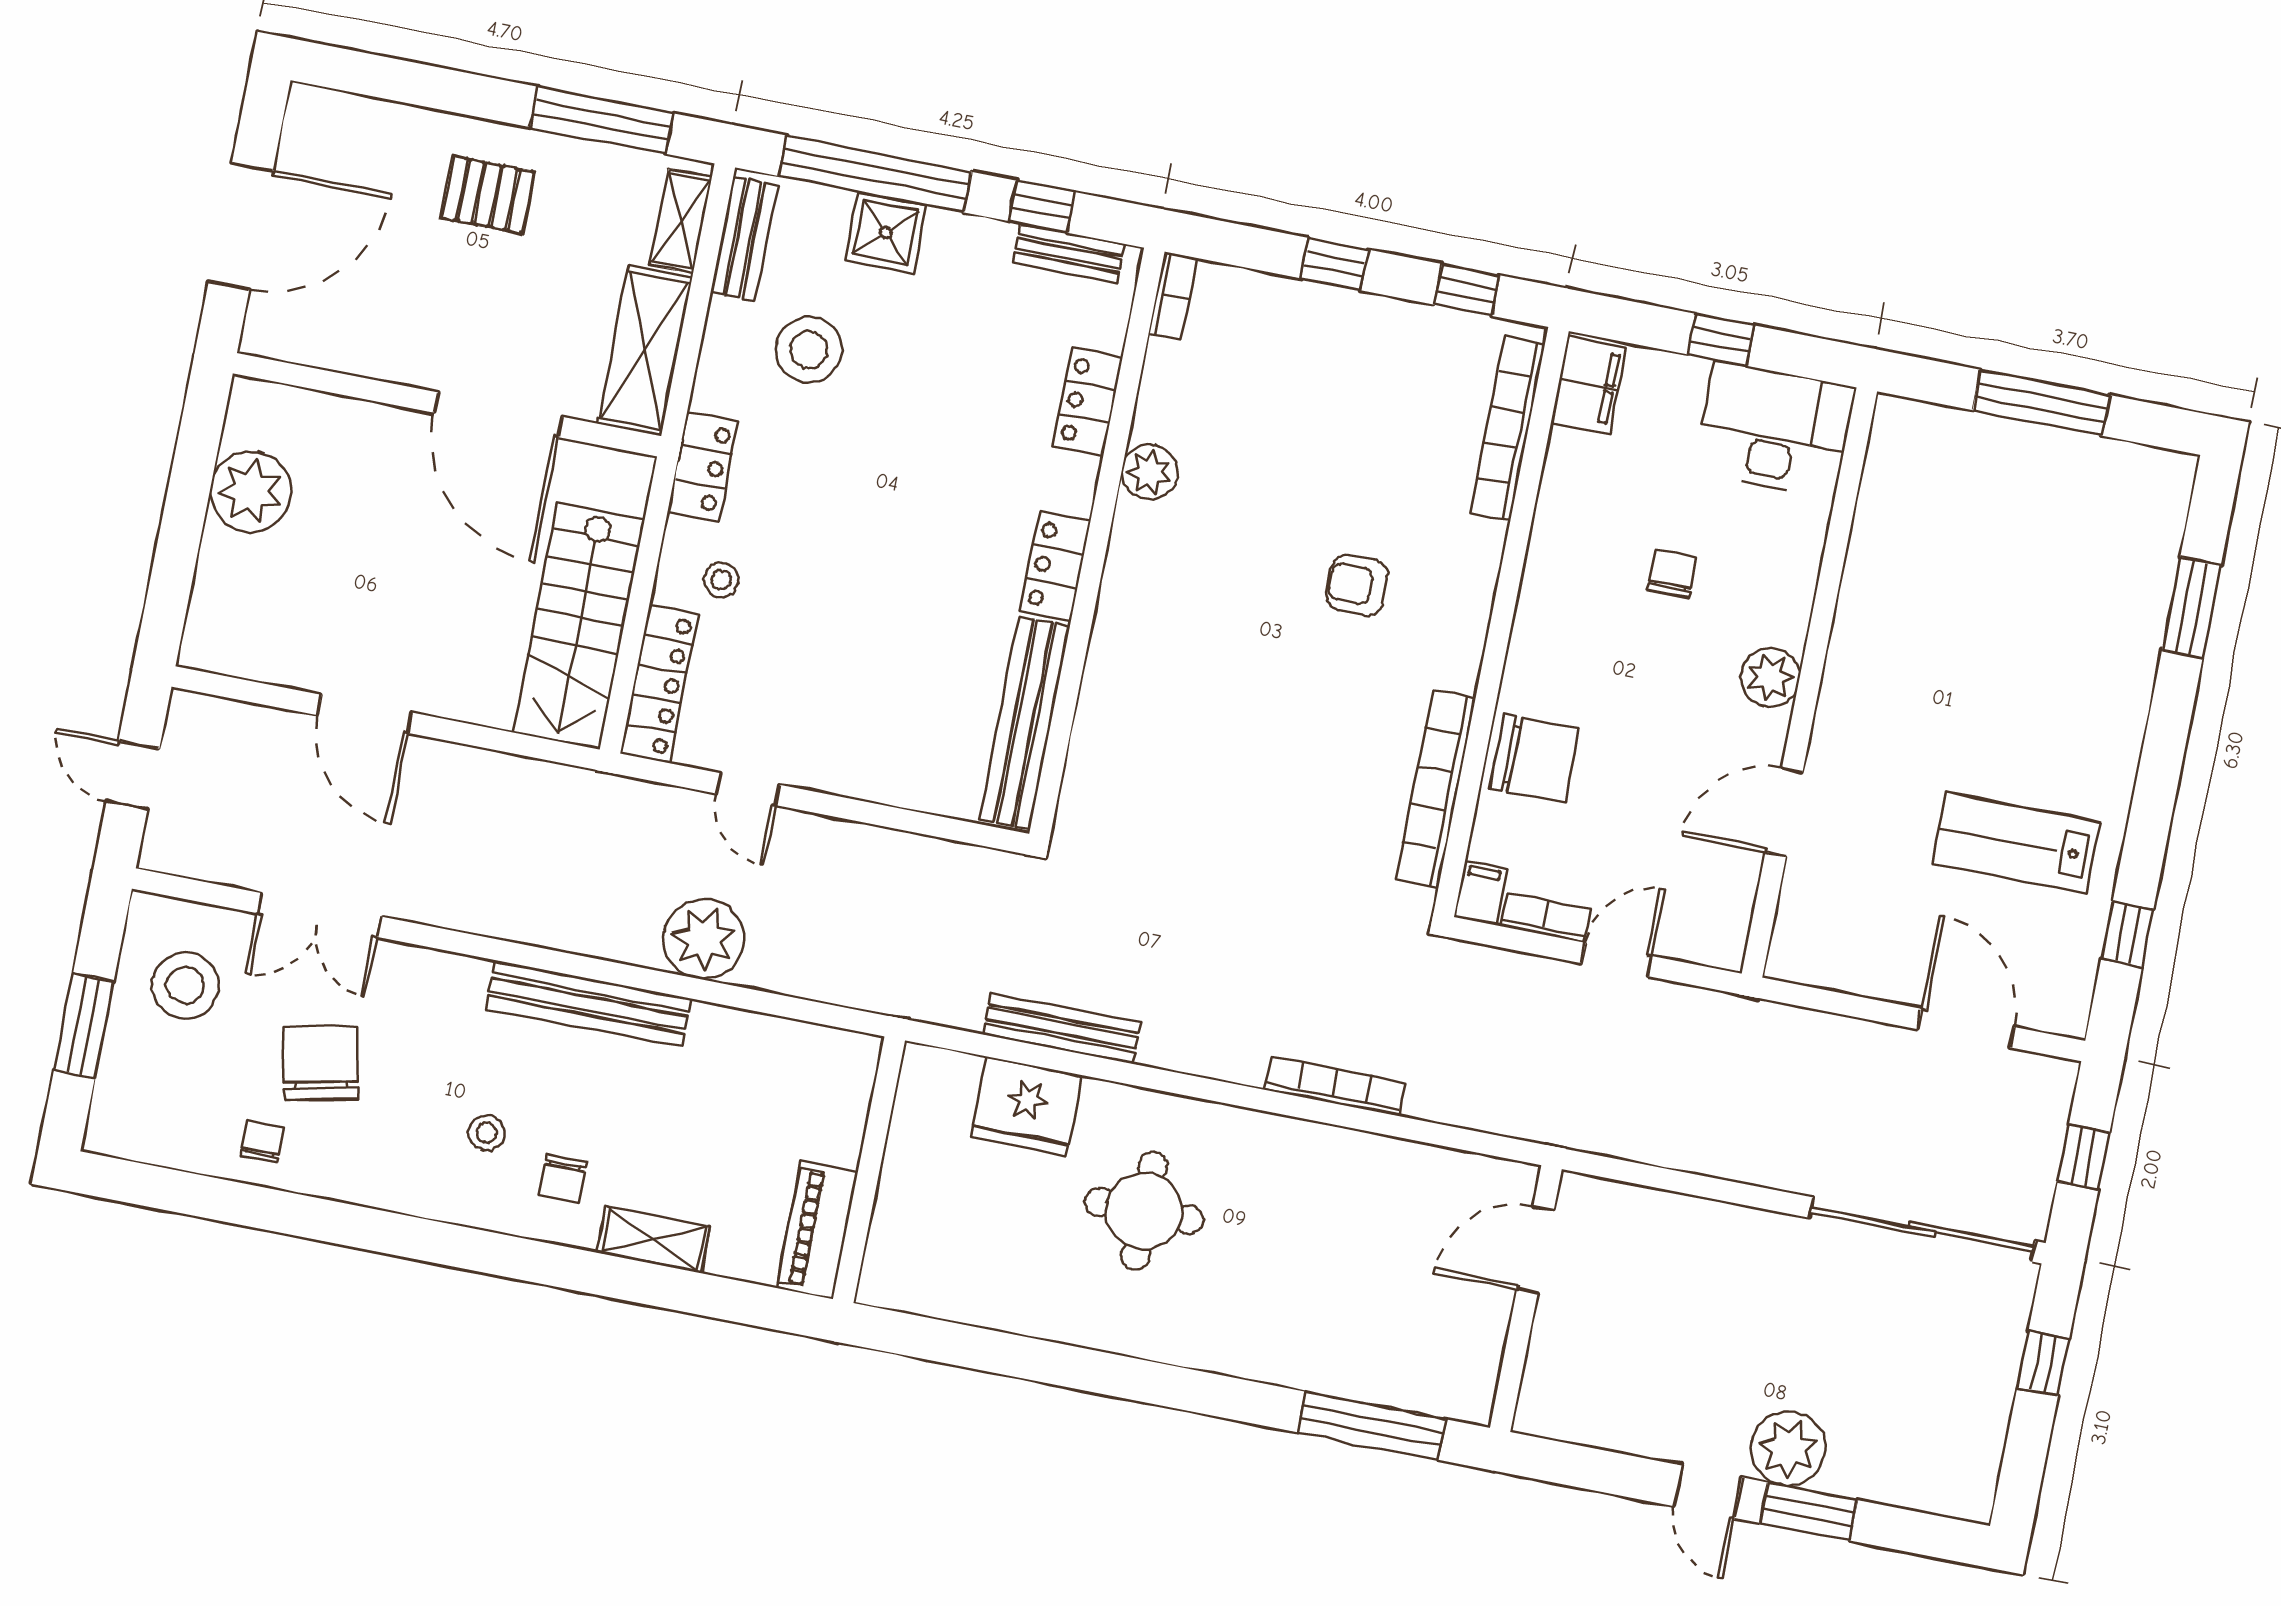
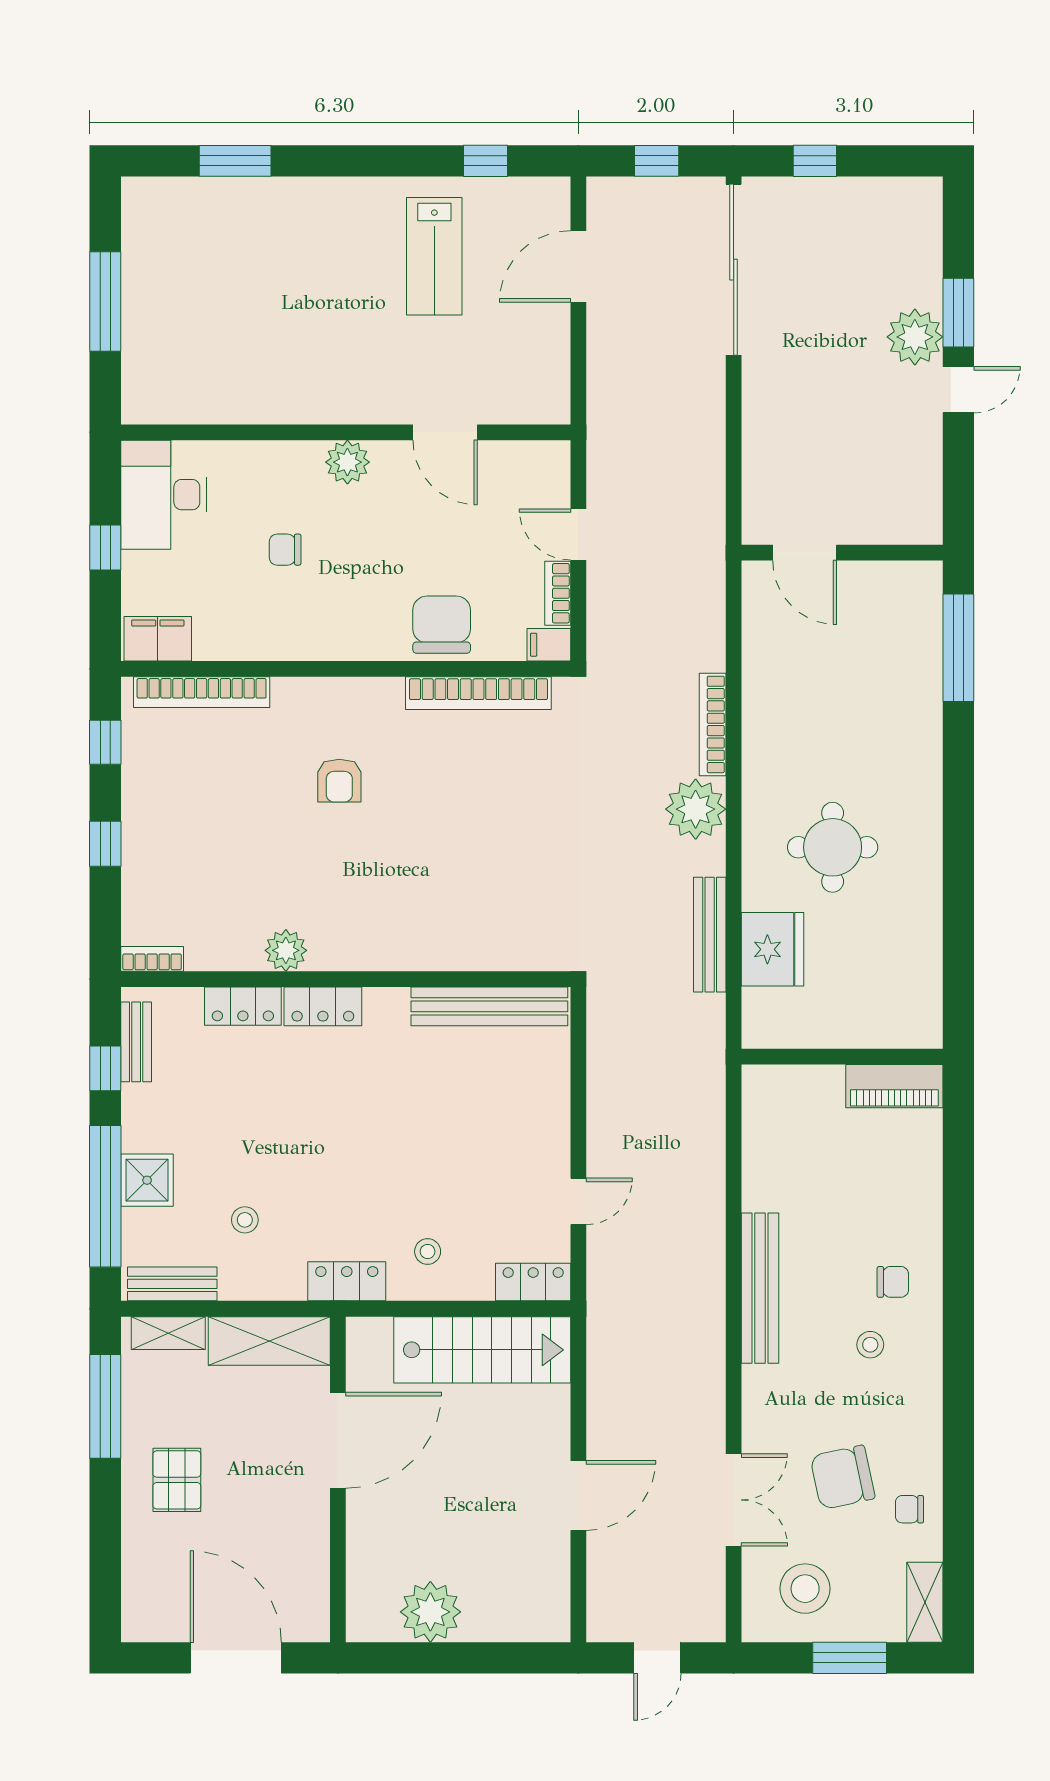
stool: (809, 350) -> (245, 1220), width x0.53, depth x0.53
locker: (1055, 567) -> (323, 1006), moved
locker: (659, 684) -> (533, 1282), width x0.66
plant: (704, 939) -> (696, 809), moved
shelving: (654, 1240) -> (925, 1602), moved

